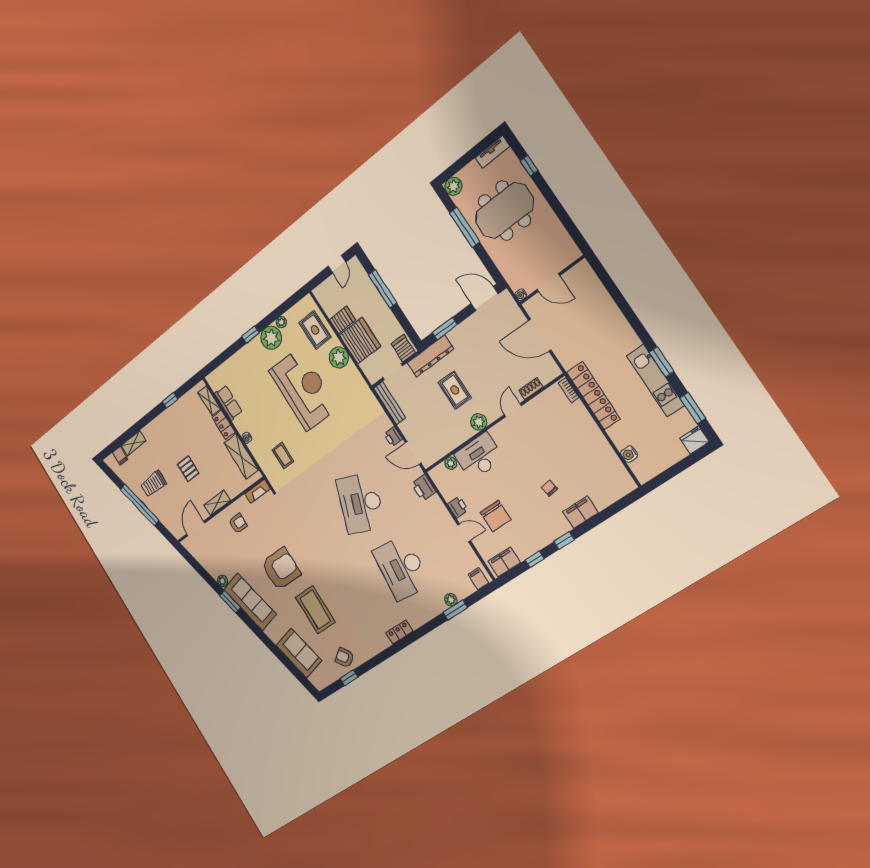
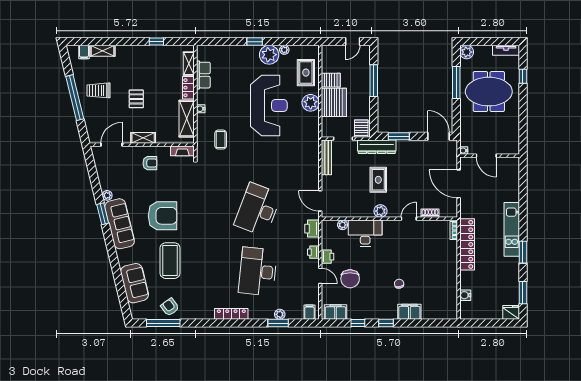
kitchen unit: (655, 381) -> (512, 229), moved
printer: (393, 437) -> (313, 252), moved
locker: (399, 632) -> (231, 314), width x1.53
window: (349, 678) -> (163, 323), width x2.17

